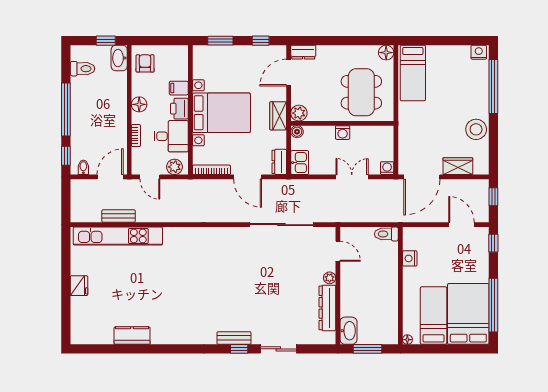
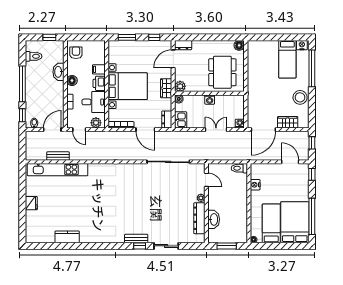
washbasin: (119, 58) -> (58, 72), moved
bed: (413, 73) -> (287, 59), moved
washbasin: (348, 331) -> (214, 219), moved

